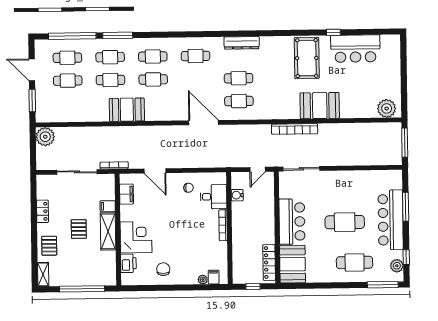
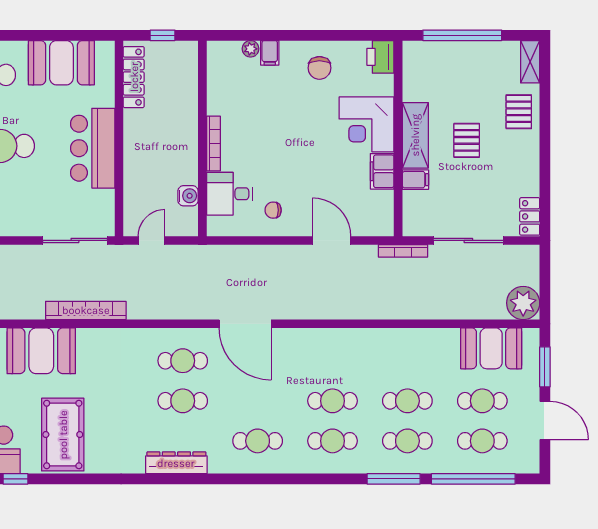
booth: (127, 110) -> (491, 348), moved
filing cabinet: (126, 194) -> (382, 171), moved
locker: (43, 211) -> (530, 216), moved
printer: (128, 263) -> (380, 57), moved
booth: (293, 264) -> (61, 63), moved, turned 90
filing cabinet: (214, 277) -> (270, 53), moved

